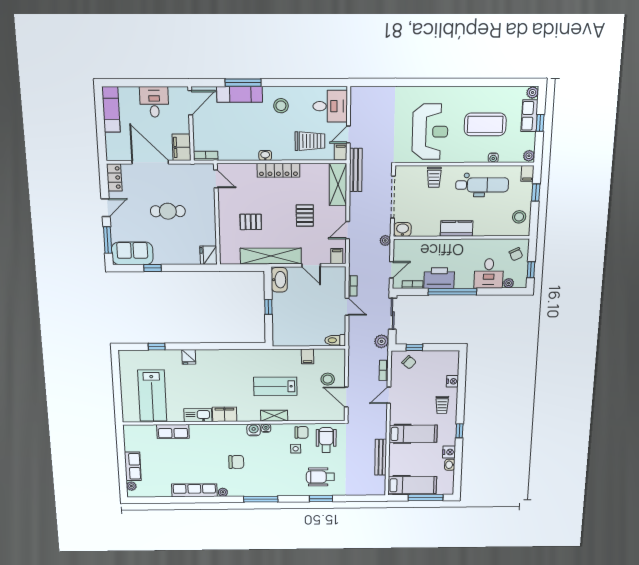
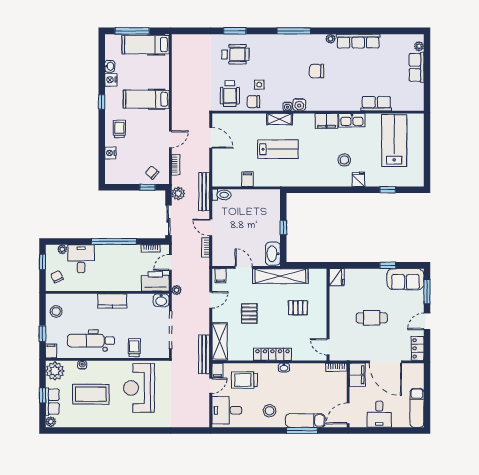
plant: (529, 156) -> (55, 371), width x1.88, depth x1.88
printer: (439, 278) -> (155, 281), moved, turned 180
stool: (328, 379) -> (344, 160), moved
bench: (381, 457) -> (204, 192), moved

